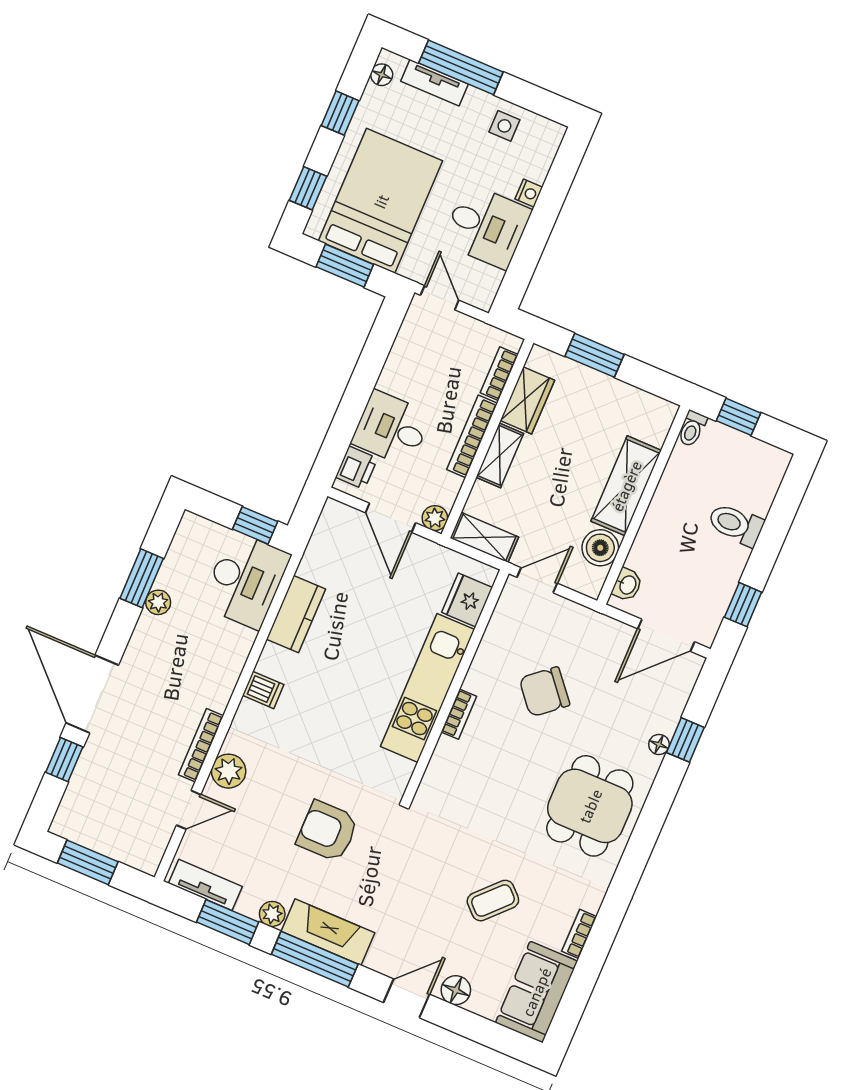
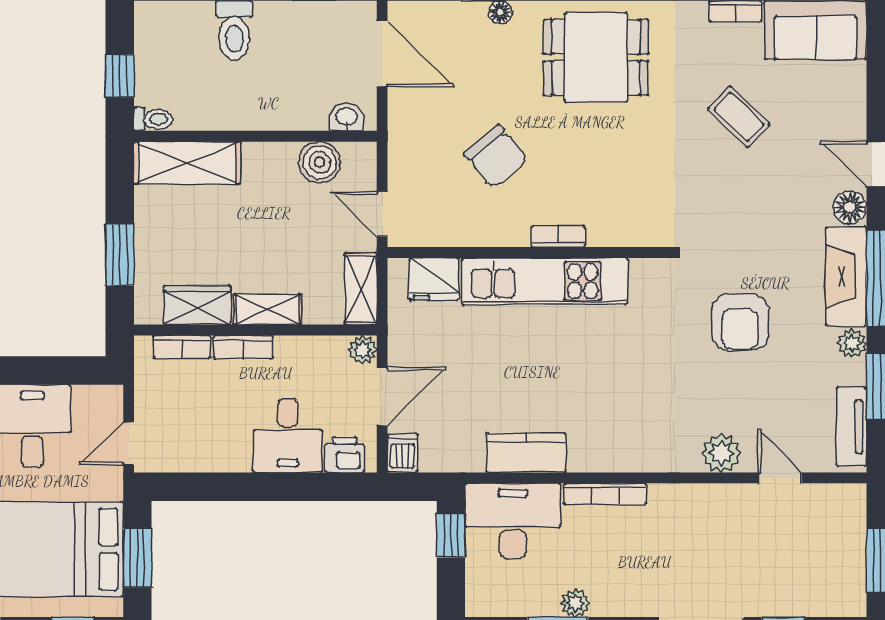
bookcase: (472, 436) -> (243, 347), width x0.64
shelving: (626, 486) -> (187, 163), moved
dishwasher: (263, 690) -> (403, 453), moved
bookcase: (201, 745) -> (605, 494), moved
floor lamp: (456, 990) -> (850, 207), moved

